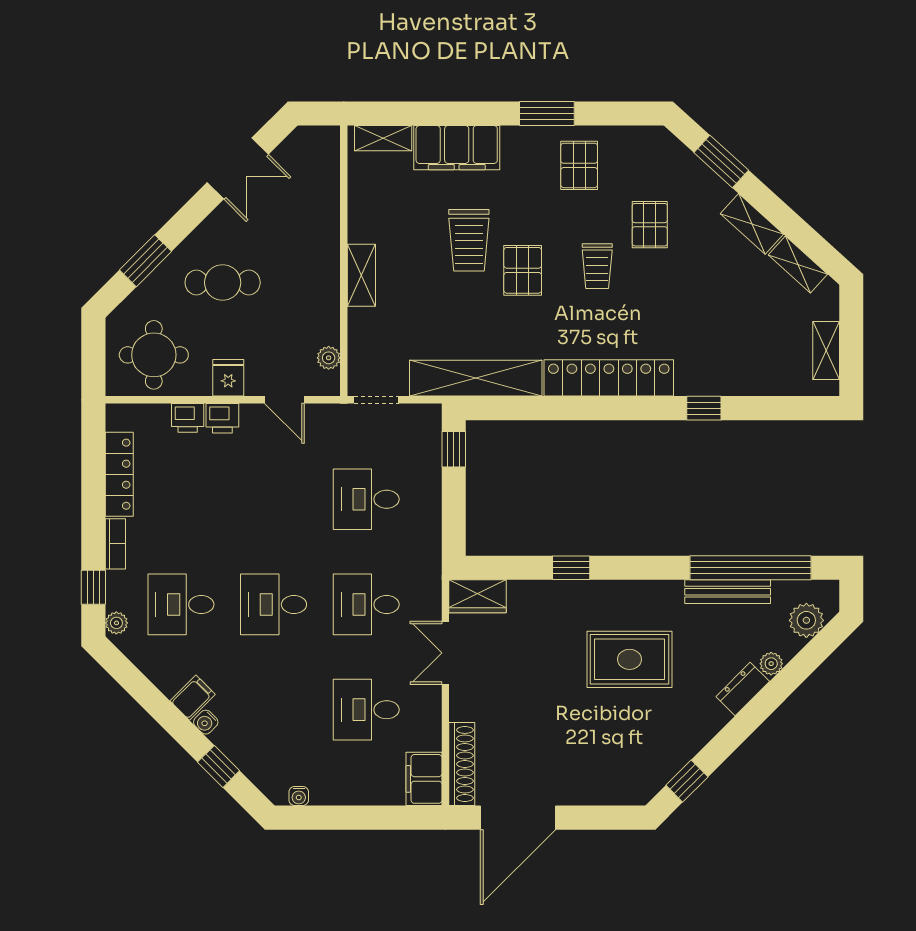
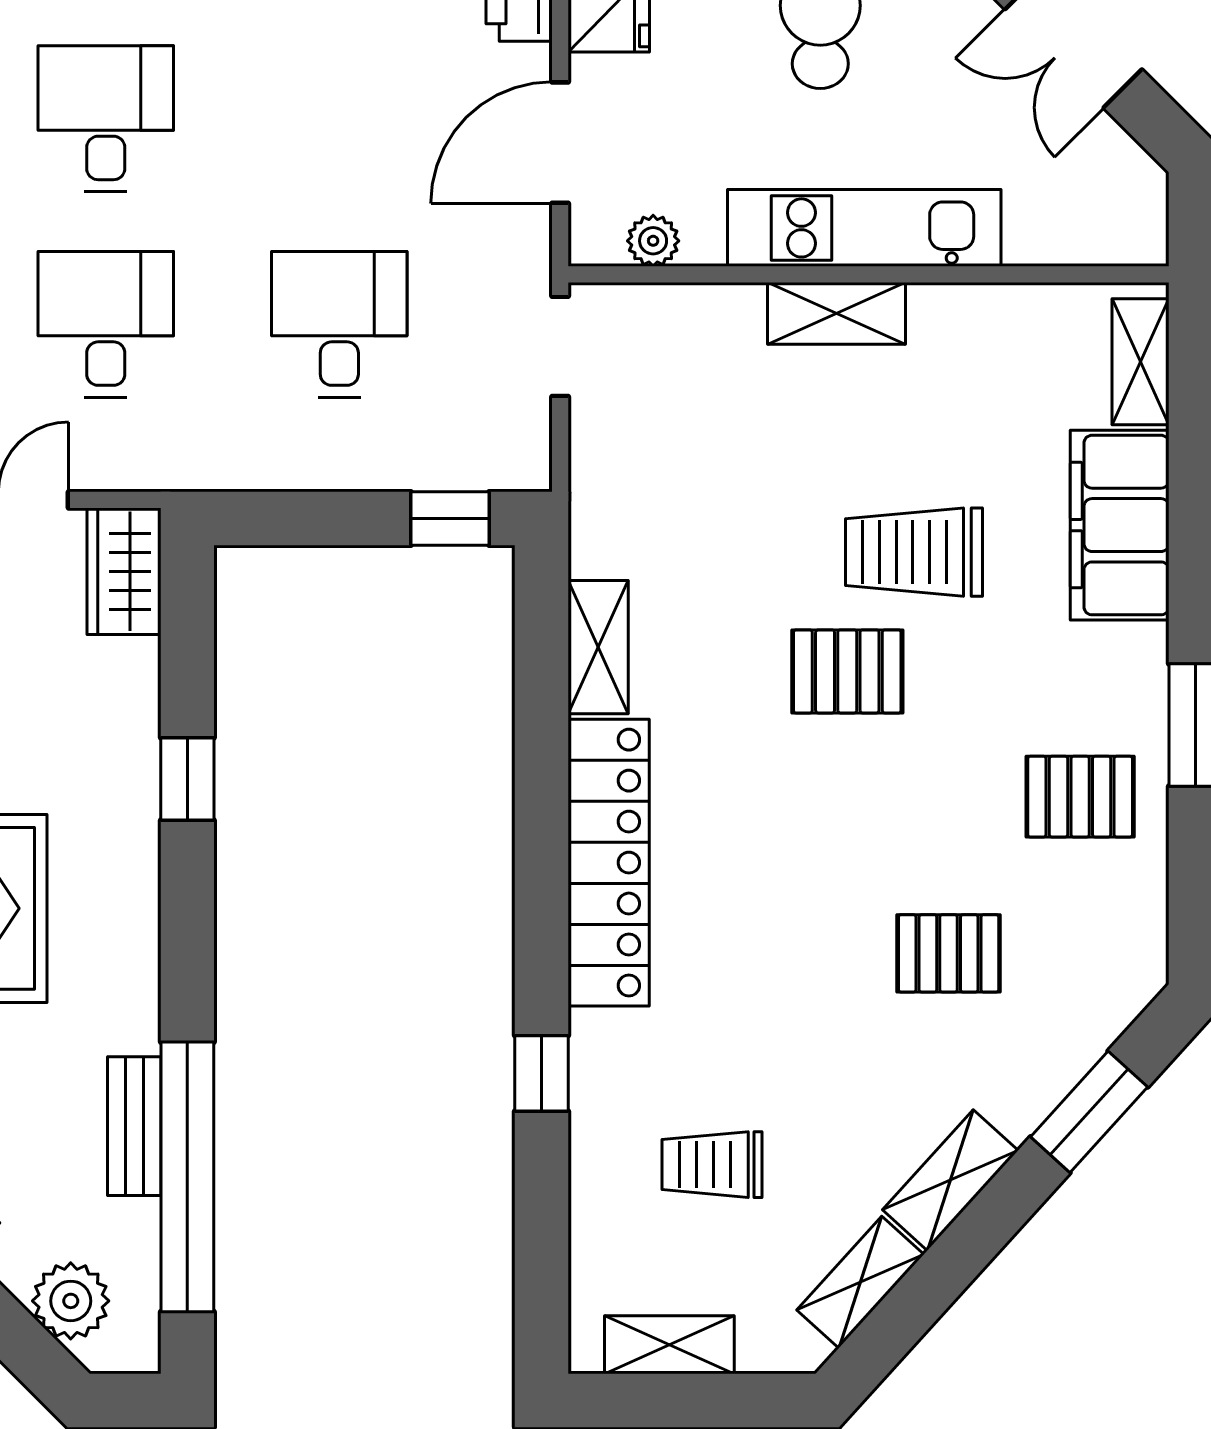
kitchen unit: (323, 263) -> (864, 228), added
trolley: (597, 266) -> (712, 1165), moved
shelving: (476, 378) -> (598, 647), width x0.45, depth x0.75
door: (284, 400) -> (560, 143), width x1.38
bench: (728, 592) -> (134, 1126), width x0.73

